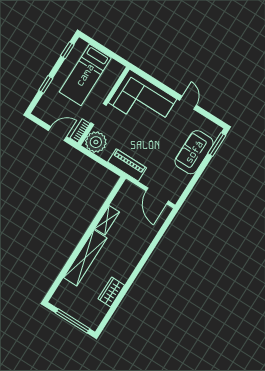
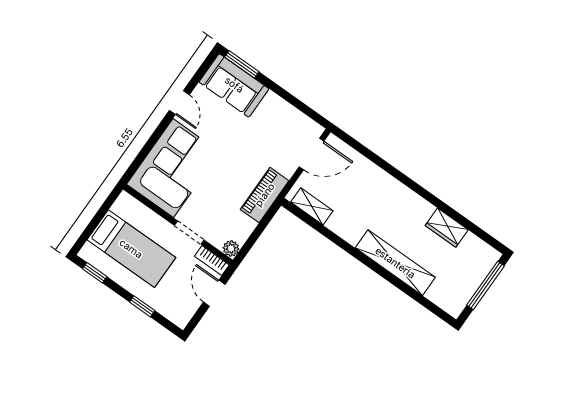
door: (188, 103) -> (179, 103), swing flipped
plant: (96, 142) -> (231, 248), width x0.53, depth x0.53
sofa: (194, 152) -> (234, 85), moved
shelving: (107, 220) -> (312, 206), moved

